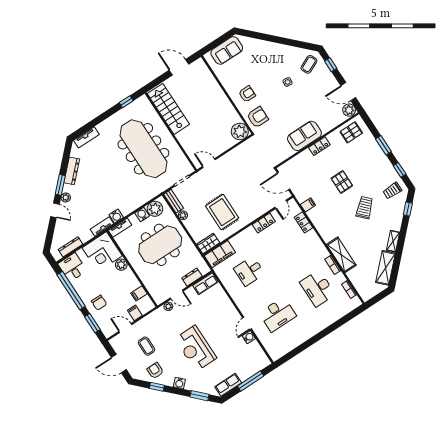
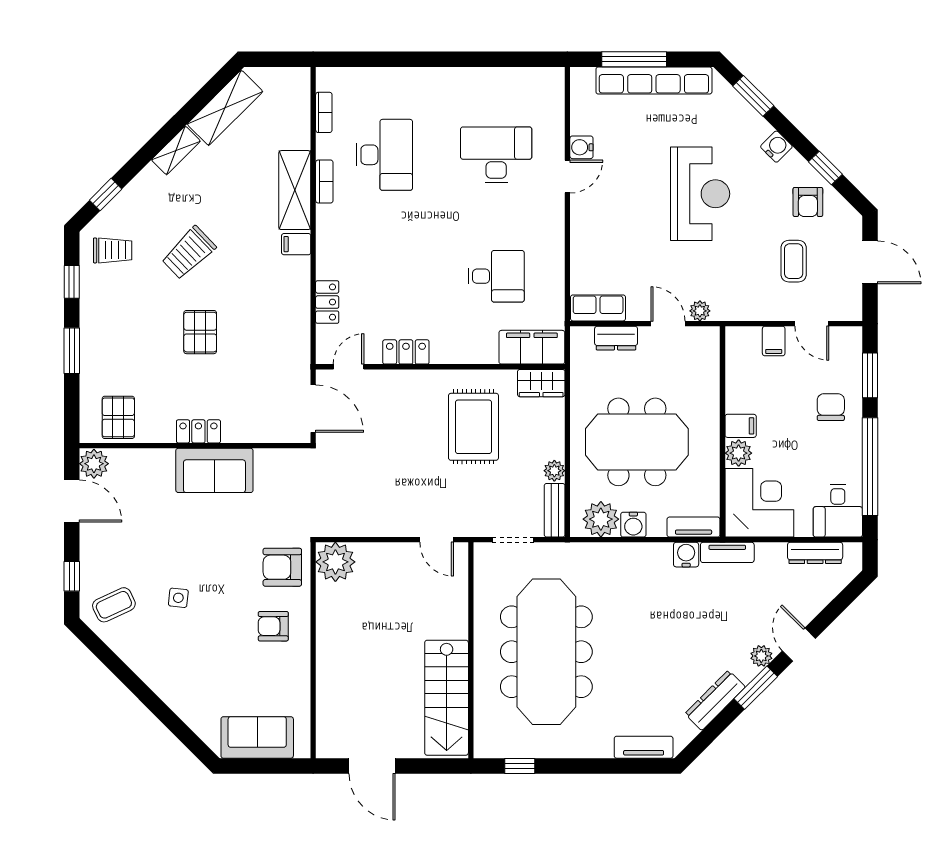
pallet: (351, 132) -> (118, 417), turned 90
filing cabinet: (308, 205) -> (296, 244), moved
filing cabinet: (139, 293) -> (741, 426), moved
row of seats: (228, 385) -> (654, 81), width x2.02

